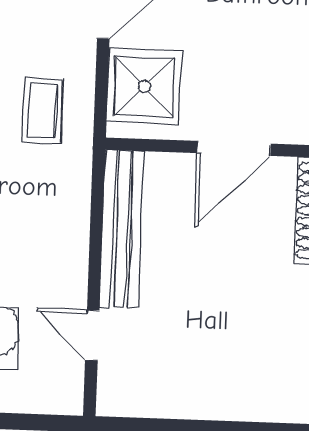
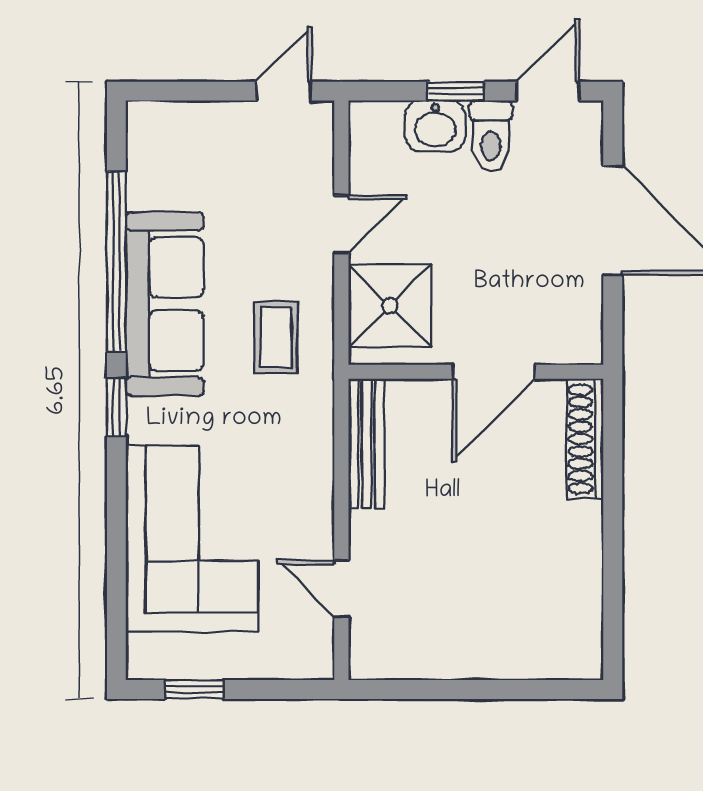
bench: (122, 229) -> (367, 444), width x0.73, depth x0.82

